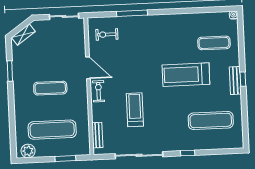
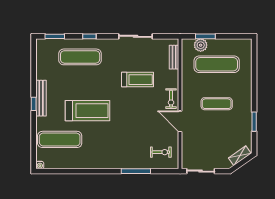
exercise mat: (214, 43) -> (60, 139), width x1.36, depth x1.45
bench: (235, 81) -> (41, 98), width x1.36
treadmill: (135, 110) -> (137, 80), turned -90
exercise mat: (211, 121) -> (80, 57), moved
plant: (28, 151) -> (201, 45), moved
window: (224, 151) -> (55, 36), added
sliding door: (139, 155) -> (135, 36), width x0.73

